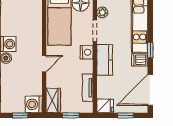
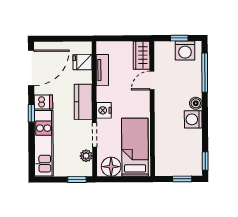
door: (44, 64) -> (152, 80), moved
washing machine: (34, 104) -> (185, 51), moved, turned 90
fridge: (105, 106) -> (83, 62), moved
window: (71, 115) -> (122, 38), removed
window: (126, 115) -> (59, 39), removed

